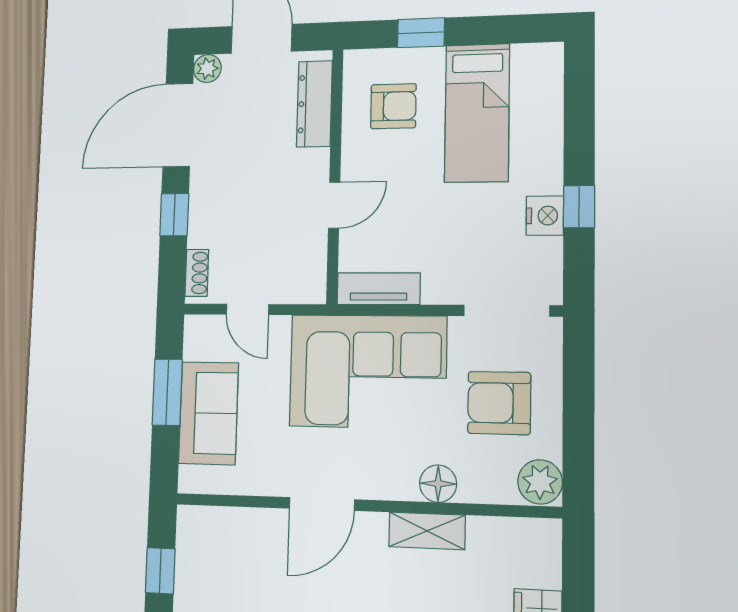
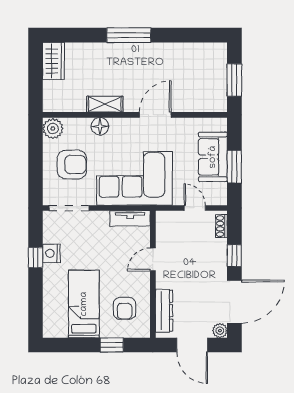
armchair: (393, 106) -> (125, 308), turned -90
window: (160, 571) -> (234, 80), width x1.50

